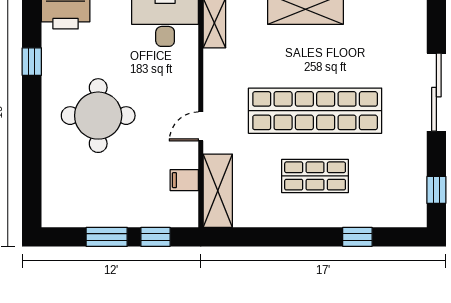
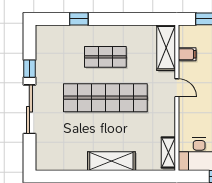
door: (201, 126) -> (177, 88), hinge flipped
window: (436, 190) -> (29, 69), moved

